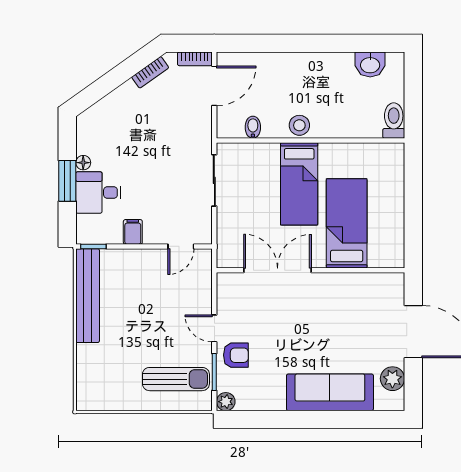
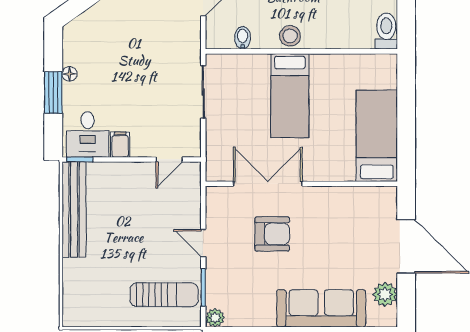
desk: (98, 192) -> (88, 134), moved, turned -90
bed: (347, 223) -> (377, 136), moved
armchair: (236, 355) -> (272, 234), moved, width x1.38, depth x1.38

